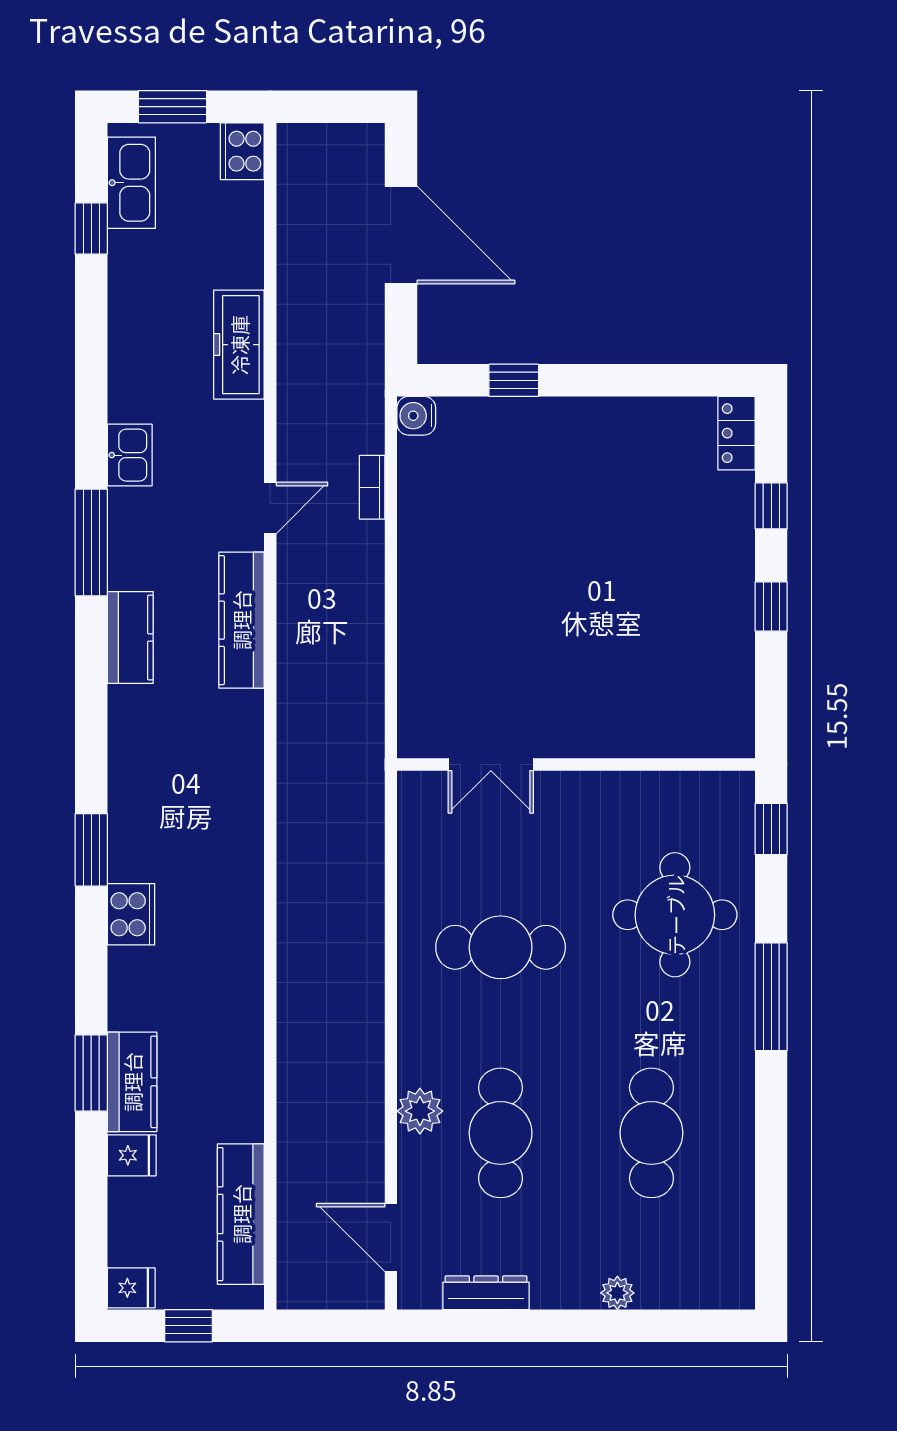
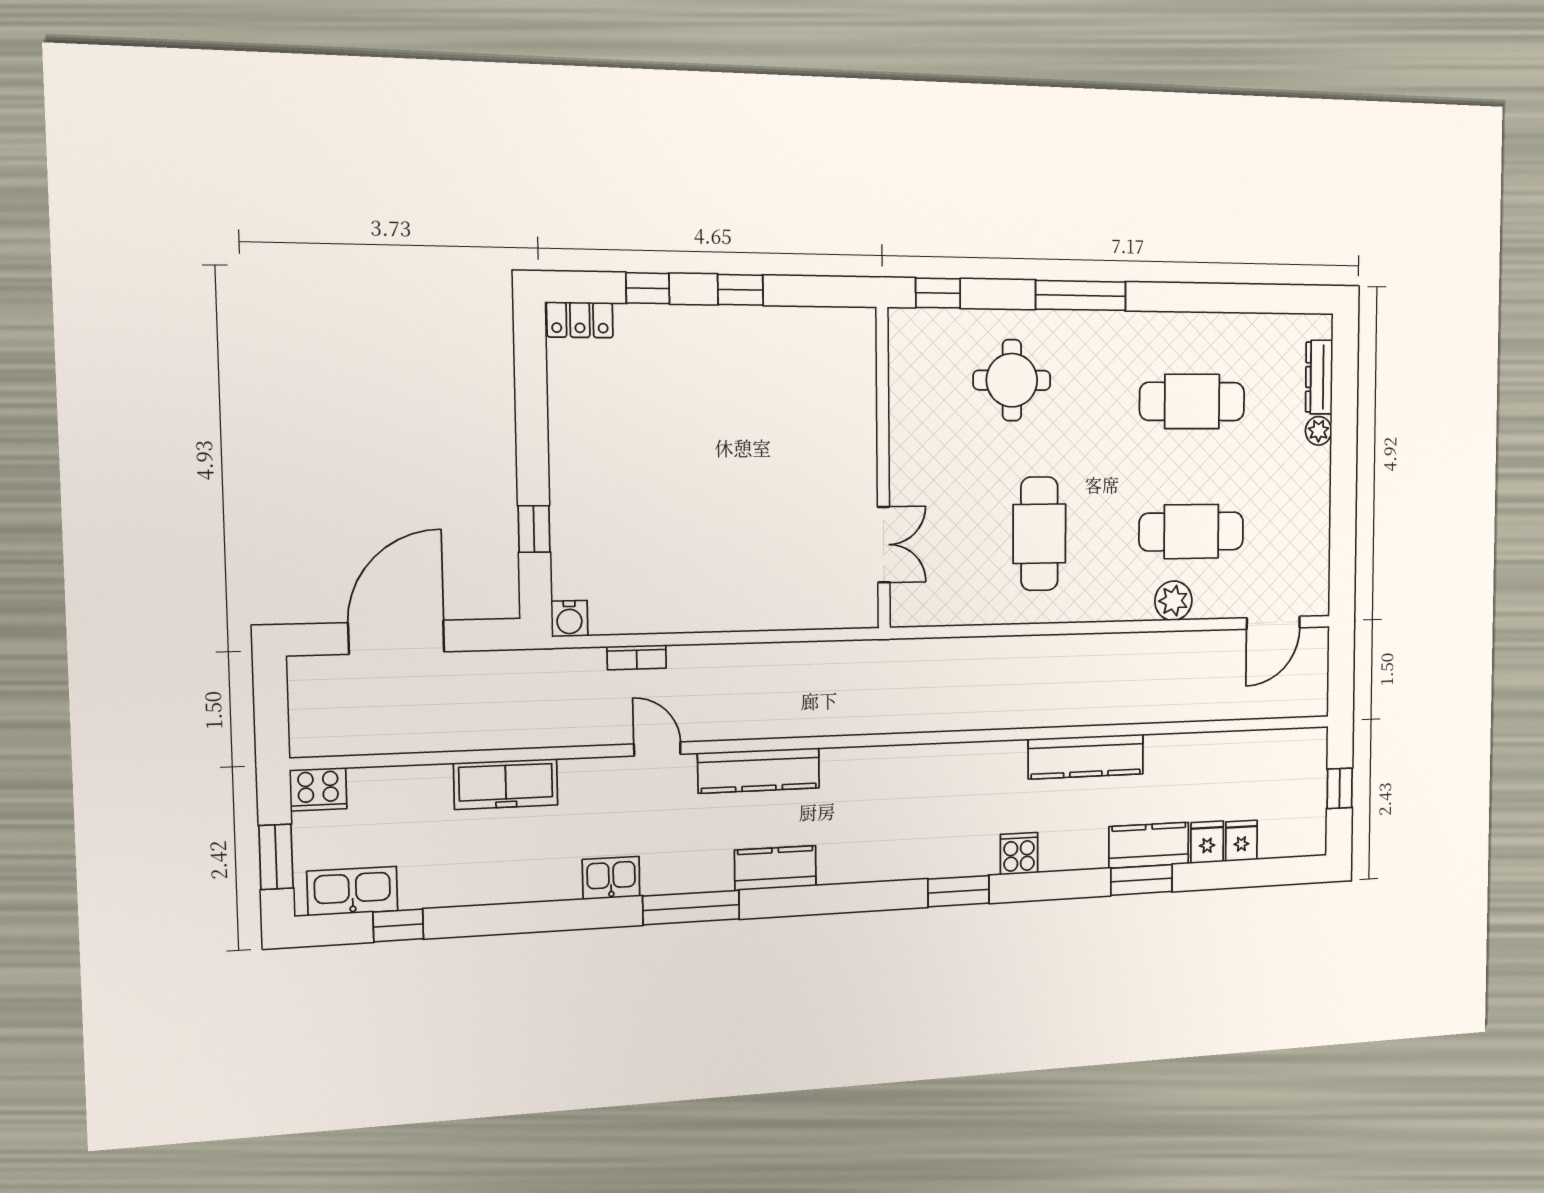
cooker: (131, 914) -> (1019, 854), width x0.73
round table: (675, 915) -> (1012, 380), width x0.73, depth x0.73
kitchen counter: (241, 1214) -> (1086, 757), moved
fridge: (131, 1288) -> (1241, 841), moved
dresser: (486, 1293) -> (1319, 377), moved

